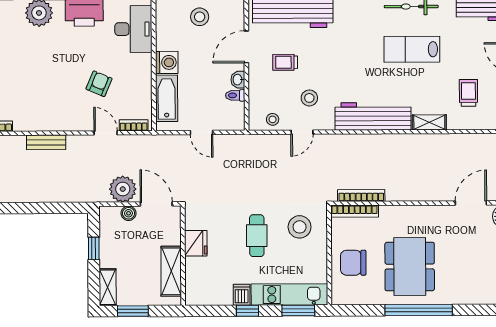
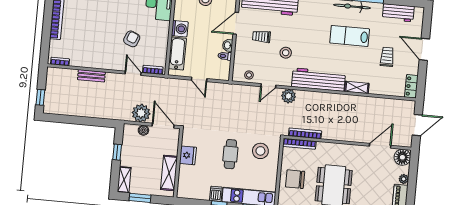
trolley: (468, 93) -> (387, 57), moved
stool: (309, 98) -> (286, 53), moved
plant: (332, 144) -> (289, 96), added

